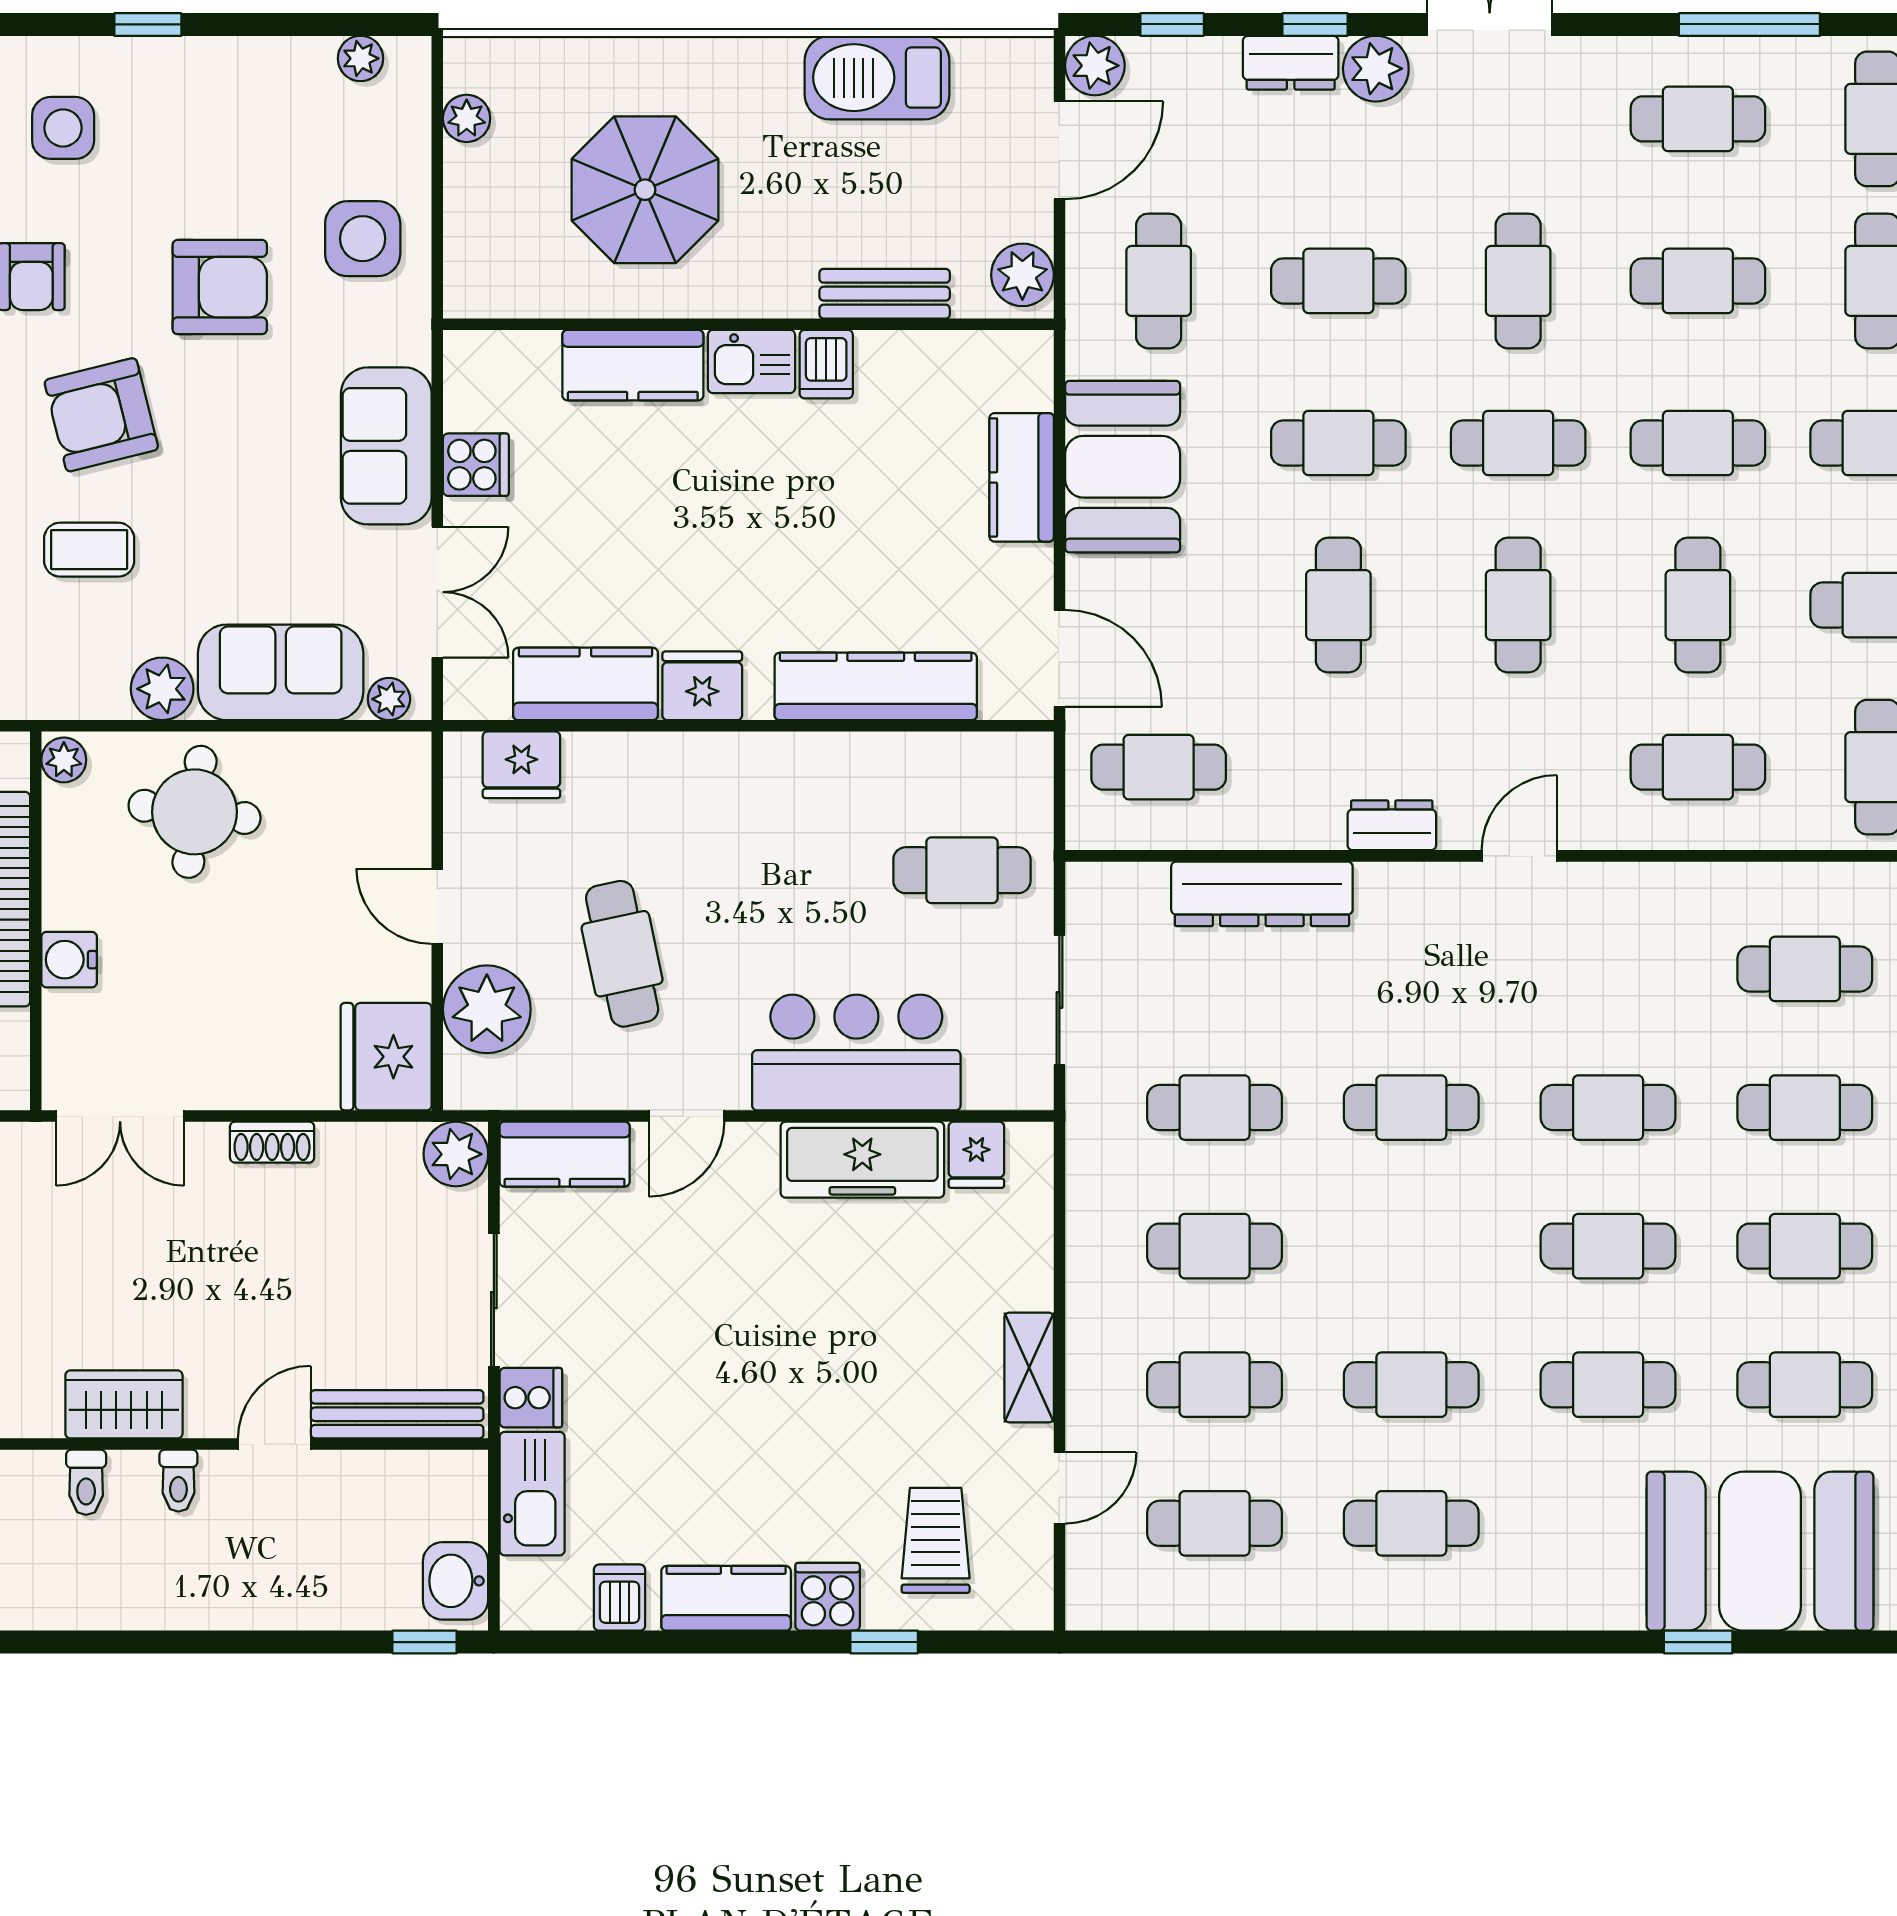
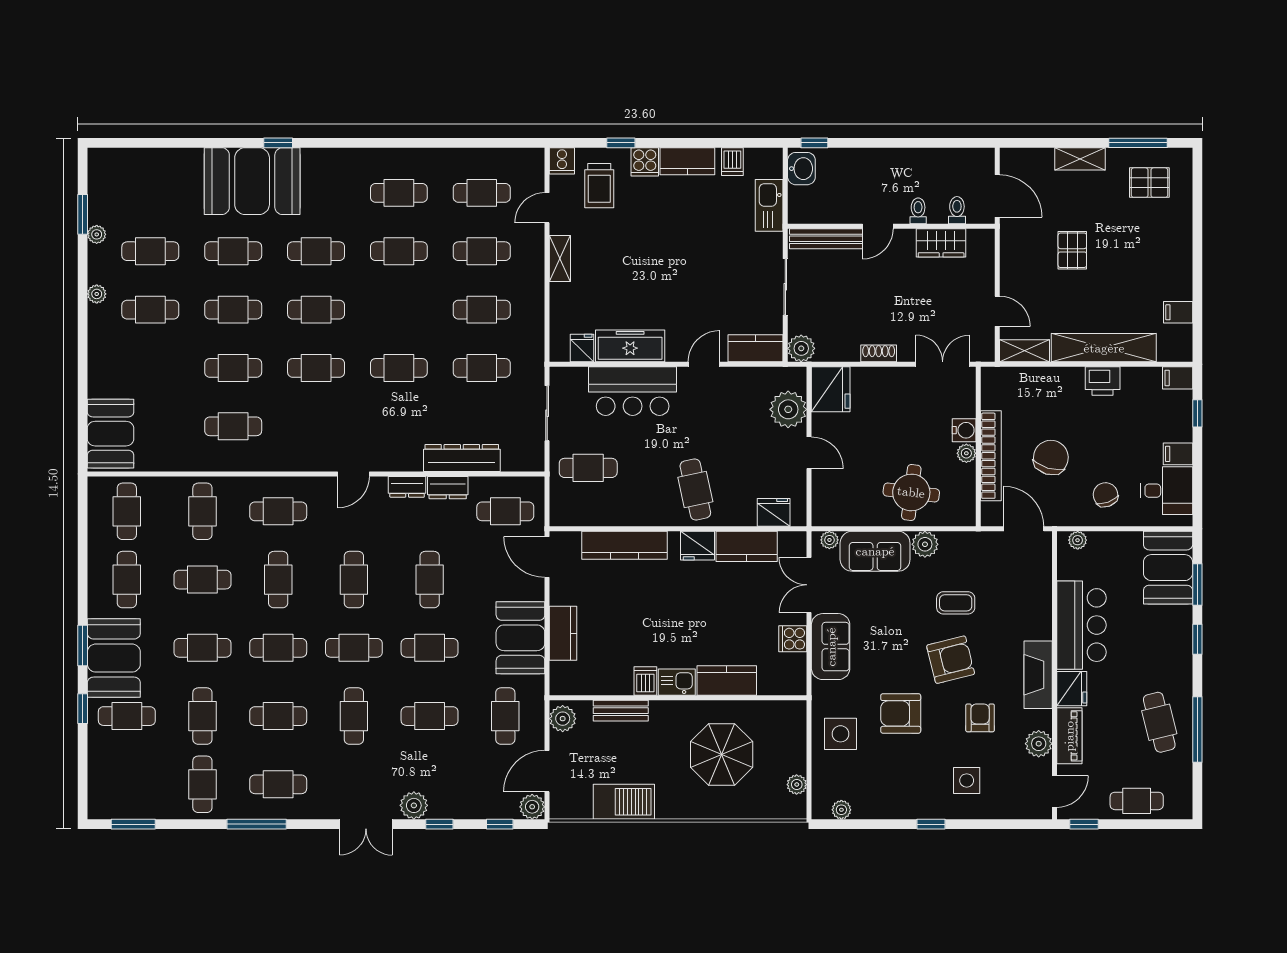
dresser: (1291, 63) -> (448, 488), moved, turned 180
plant: (64, 760) -> (966, 453), moved
cafe table: (622, 954) -> (695, 489), moved
cooker: (531, 1398) -> (562, 161), moved, turned -90

